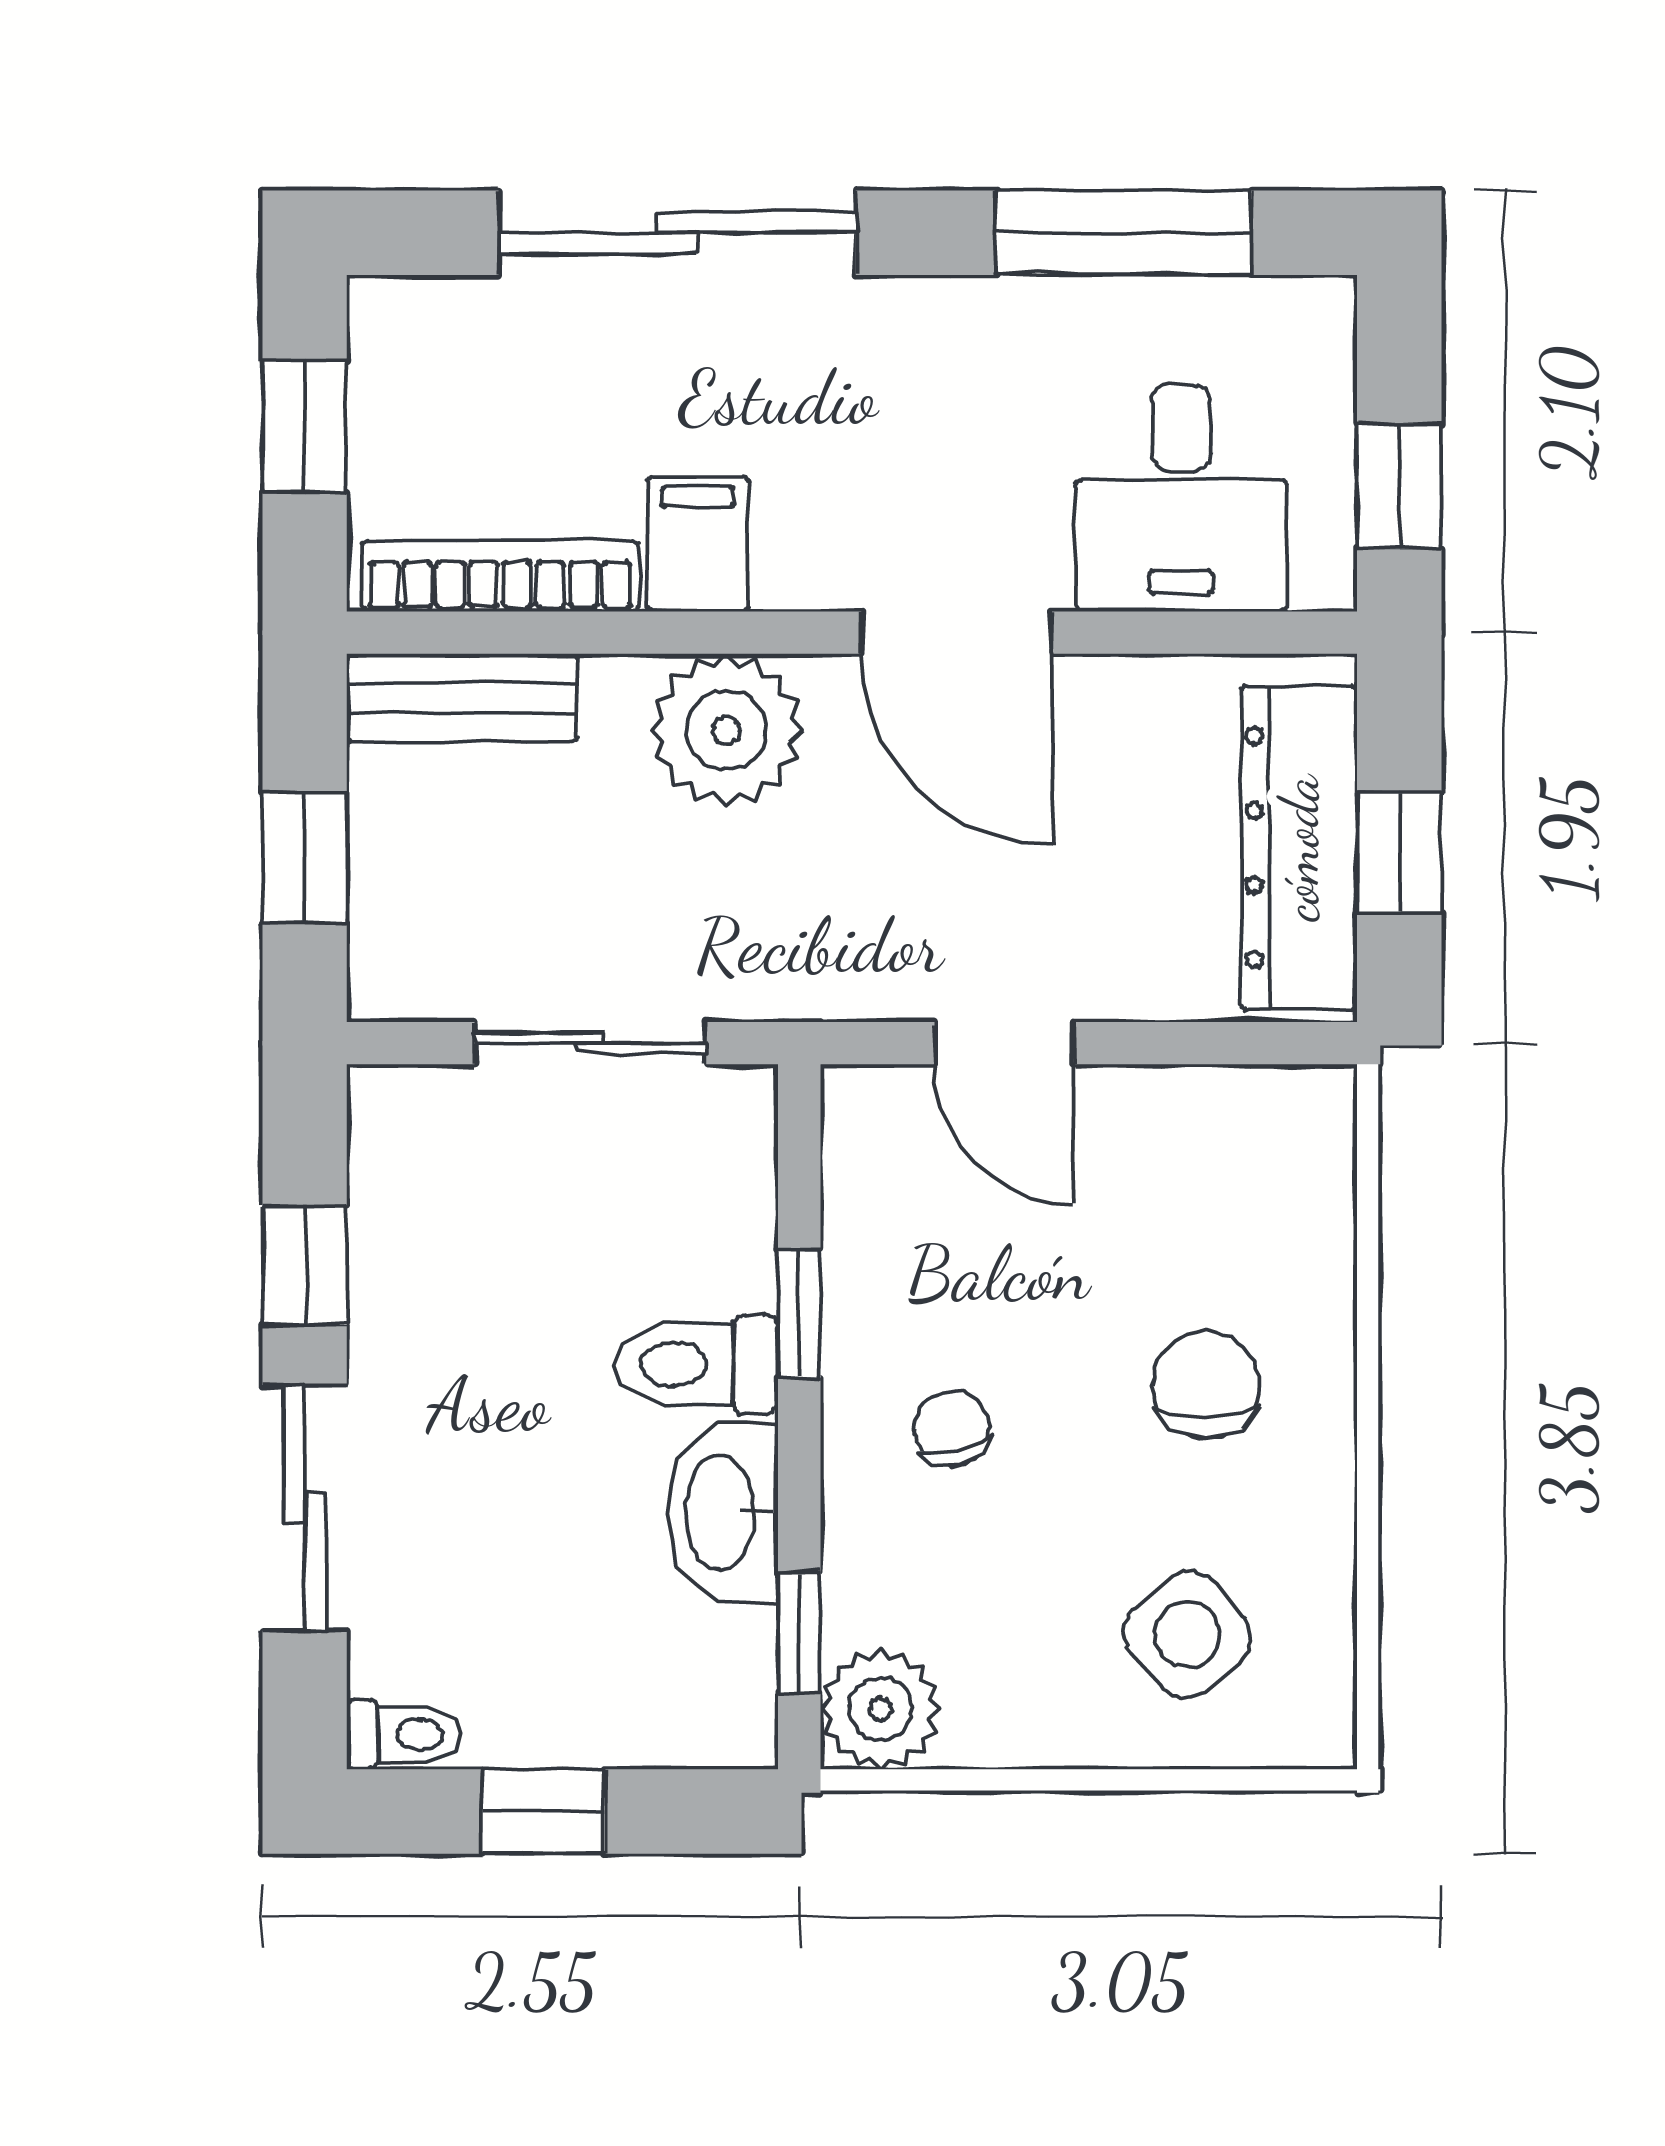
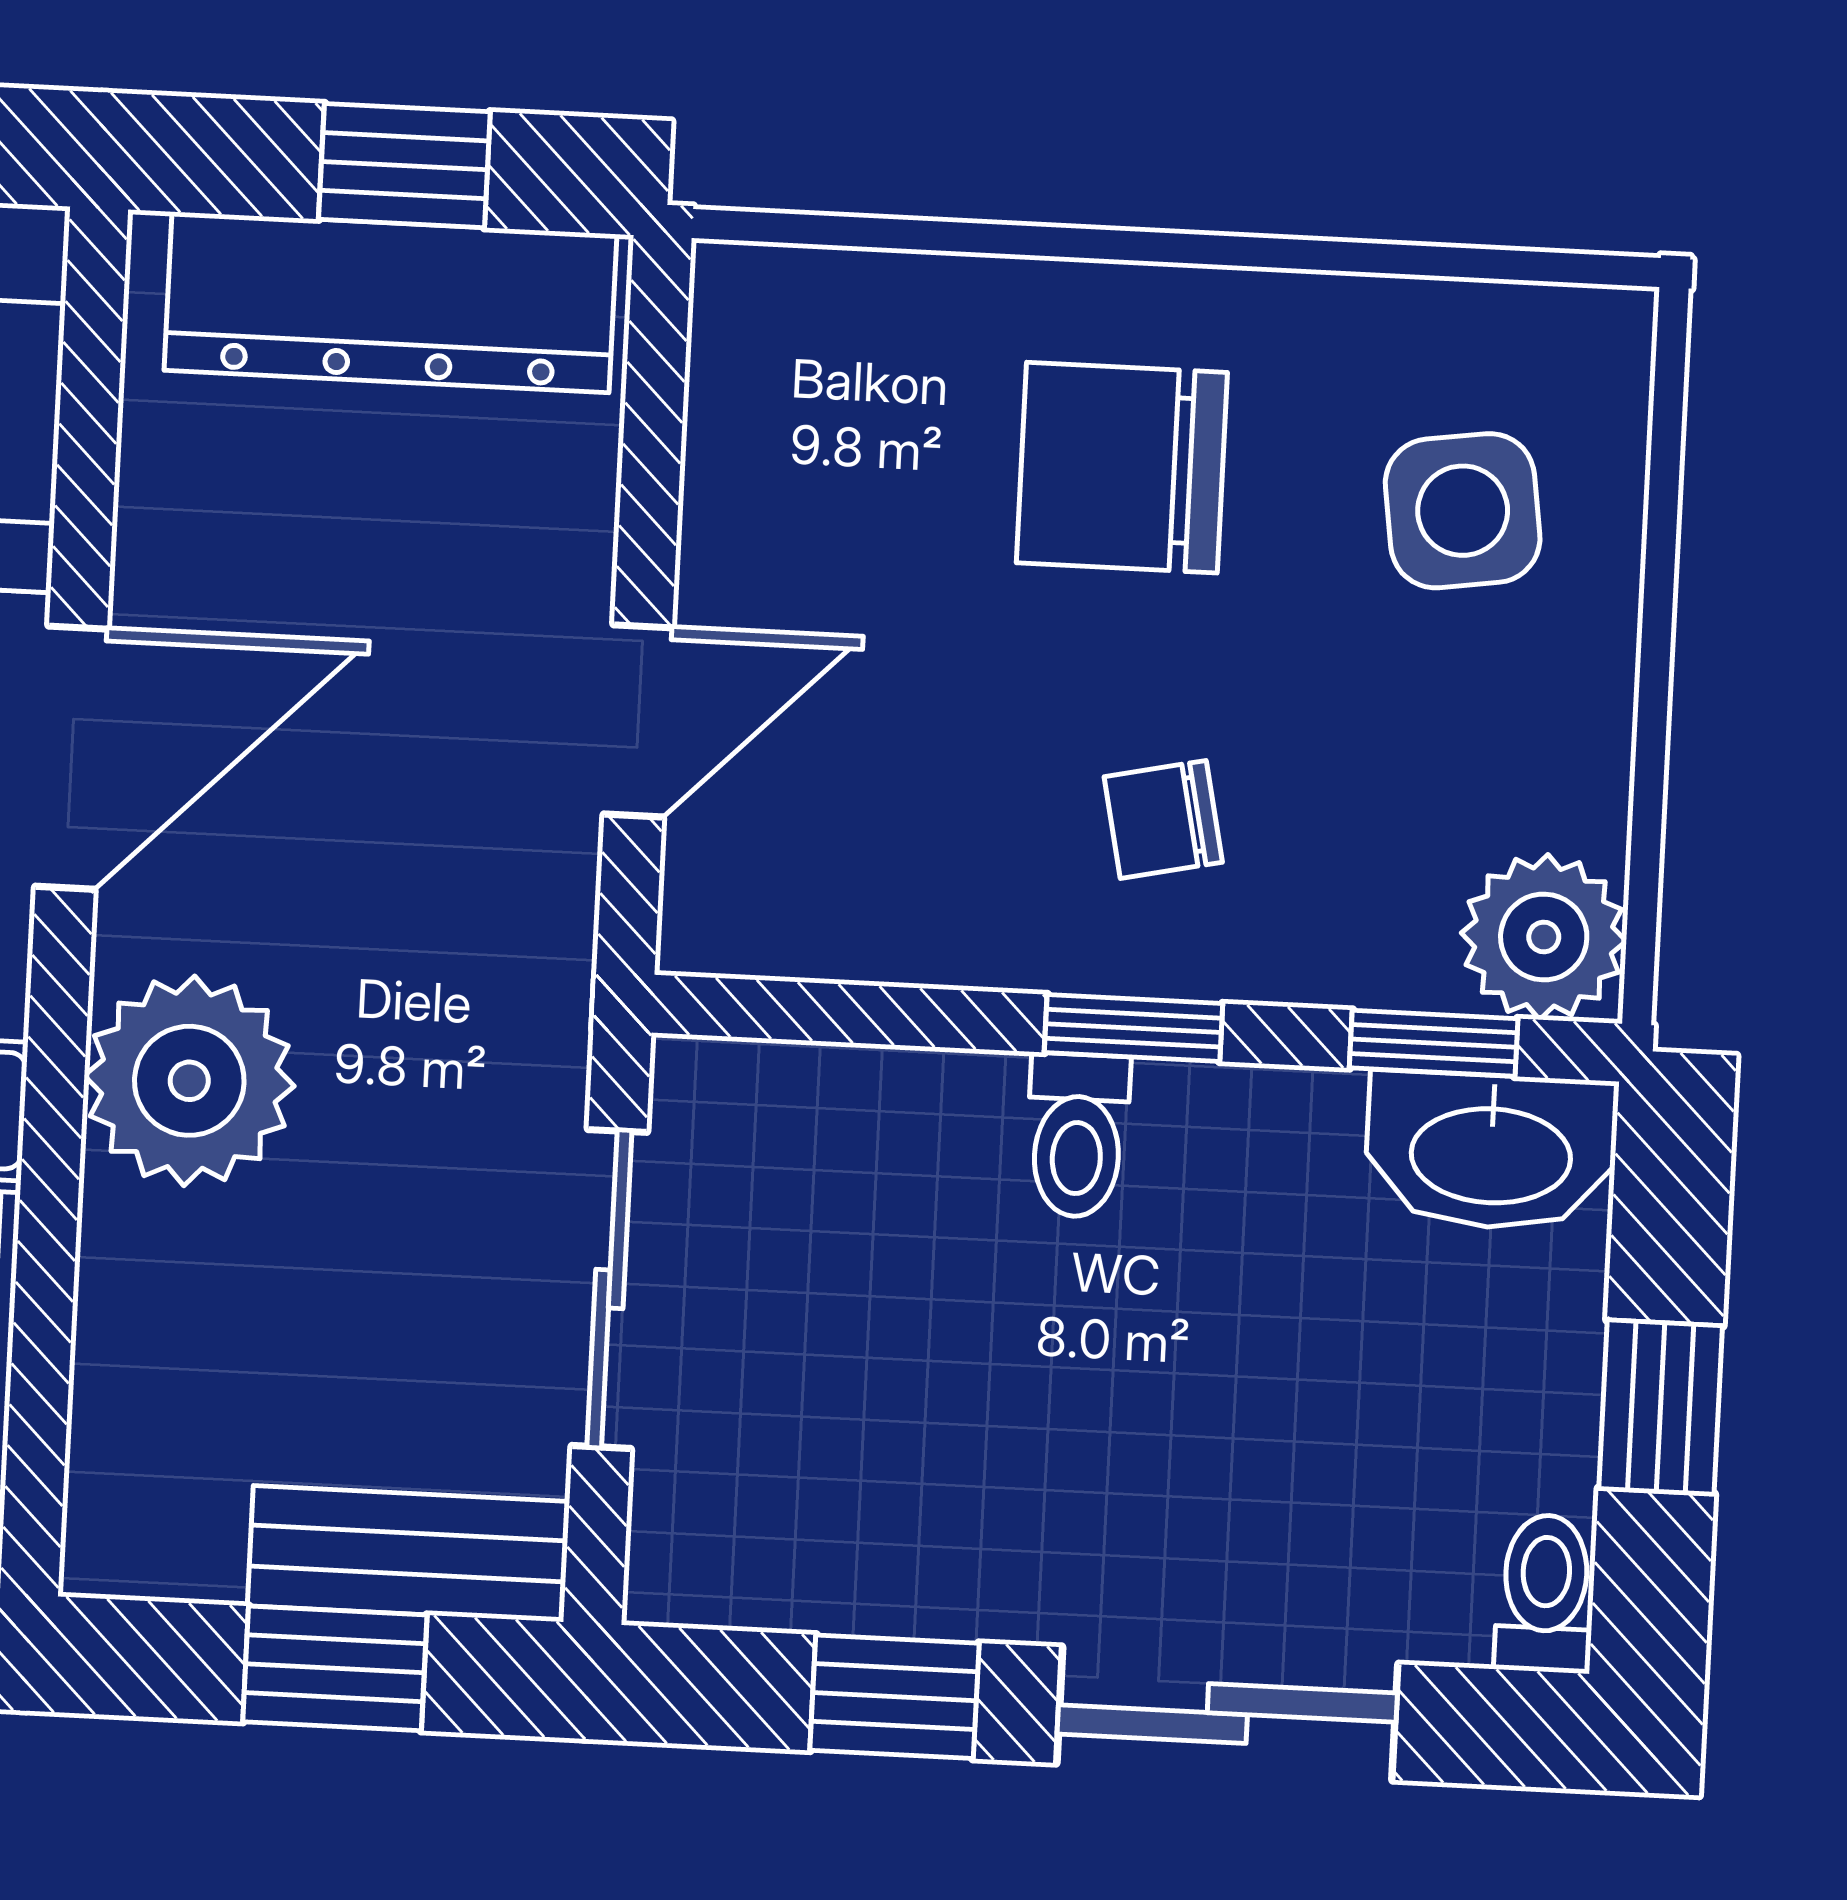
bench: (462, 698) -> (408, 1554), moved, turned 90
window: (799, 1313) -> (1133, 1028), moved
toilet: (696, 1364) -> (1077, 1135), width x0.73, depth x0.72
chair: (1206, 1385) -> (1122, 468), width x1.37, depth x1.37
washbasin: (723, 1513) -> (1491, 1151), moved
side table: (1187, 1635) -> (1463, 511), turned 32

